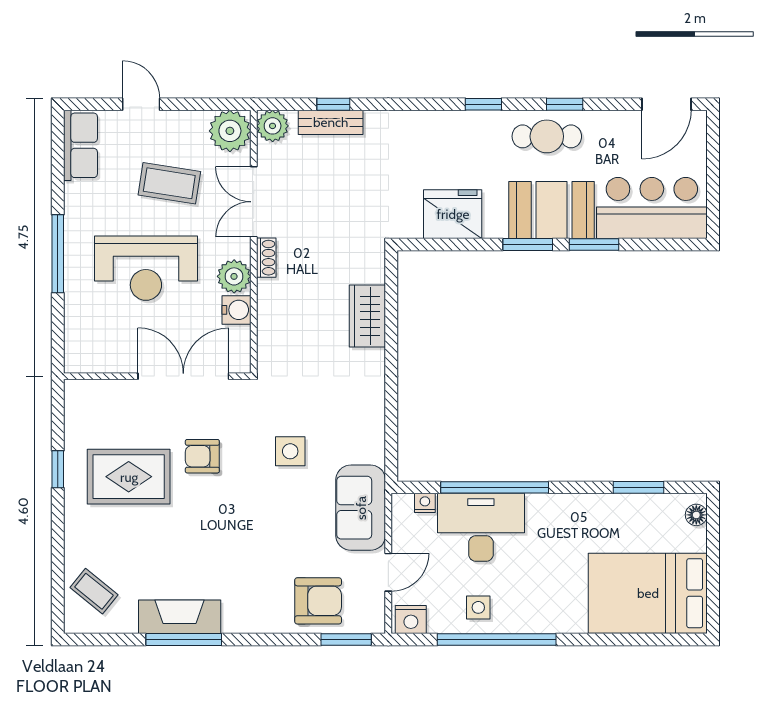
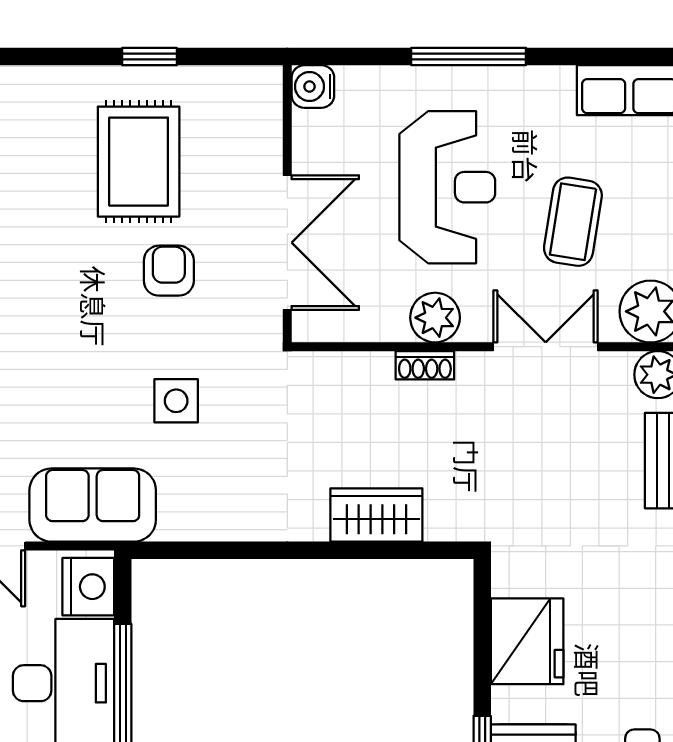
shoe rack: (266, 258) -> (425, 365), moved
reception desk: (146, 268) -> (447, 187), turned 180
water cooler: (236, 310) -> (313, 87), moved, turned 90
nightstand: (425, 503) -> (88, 587), width x1.89, depth x1.79

